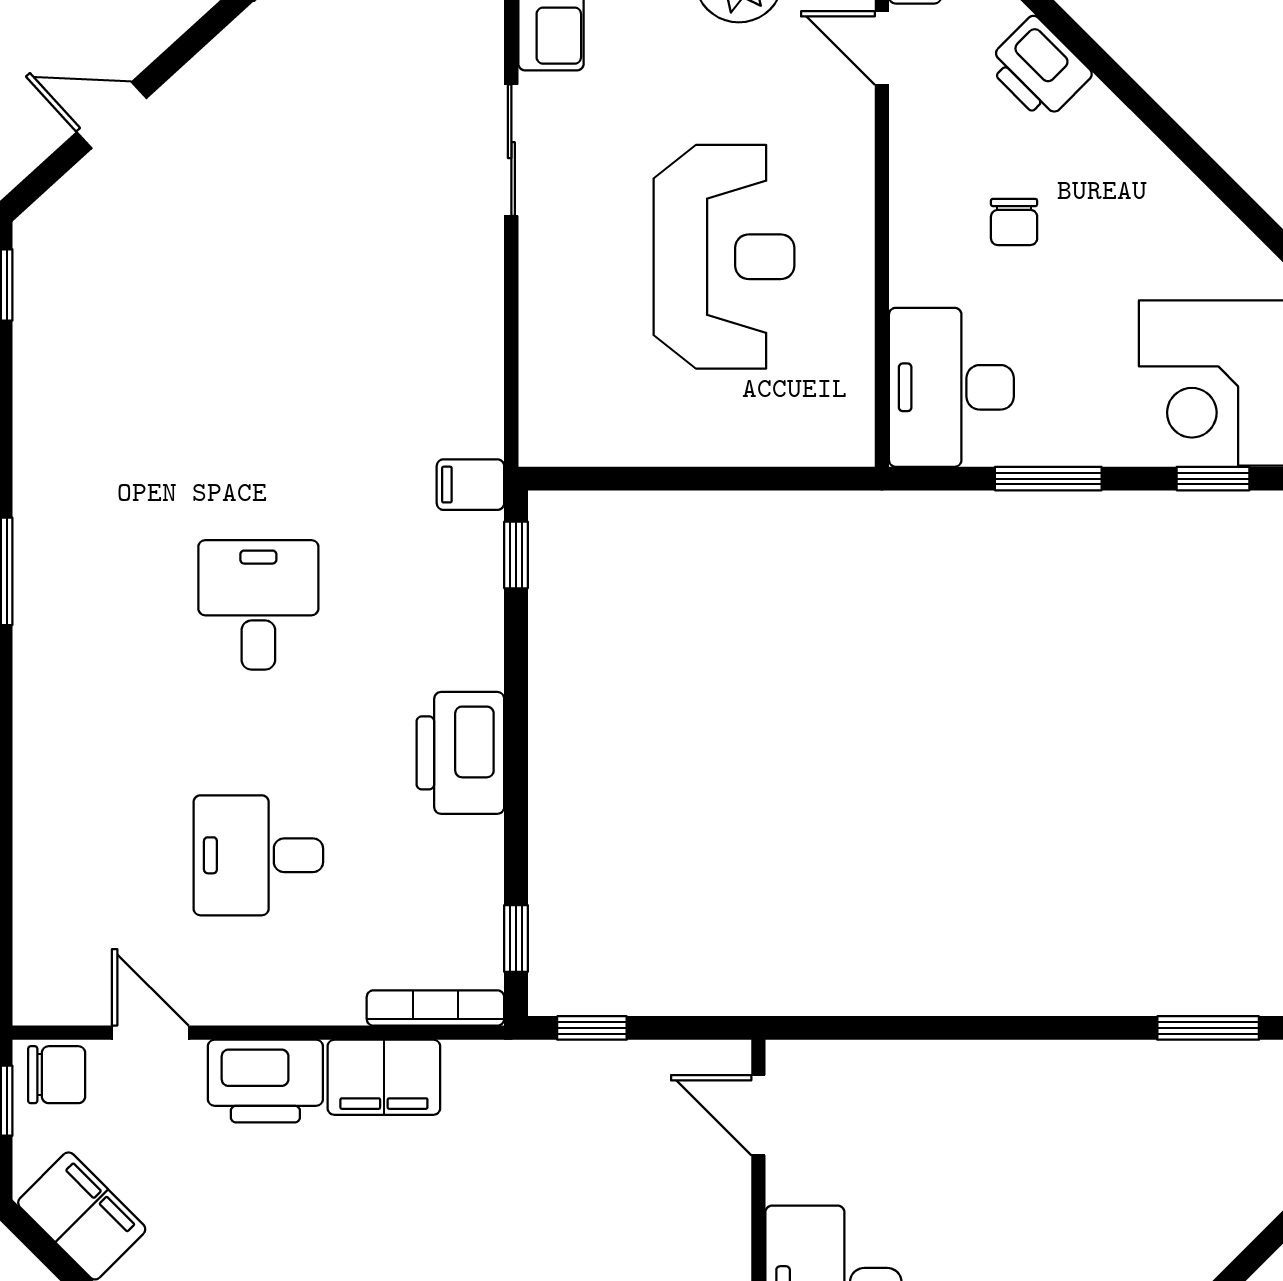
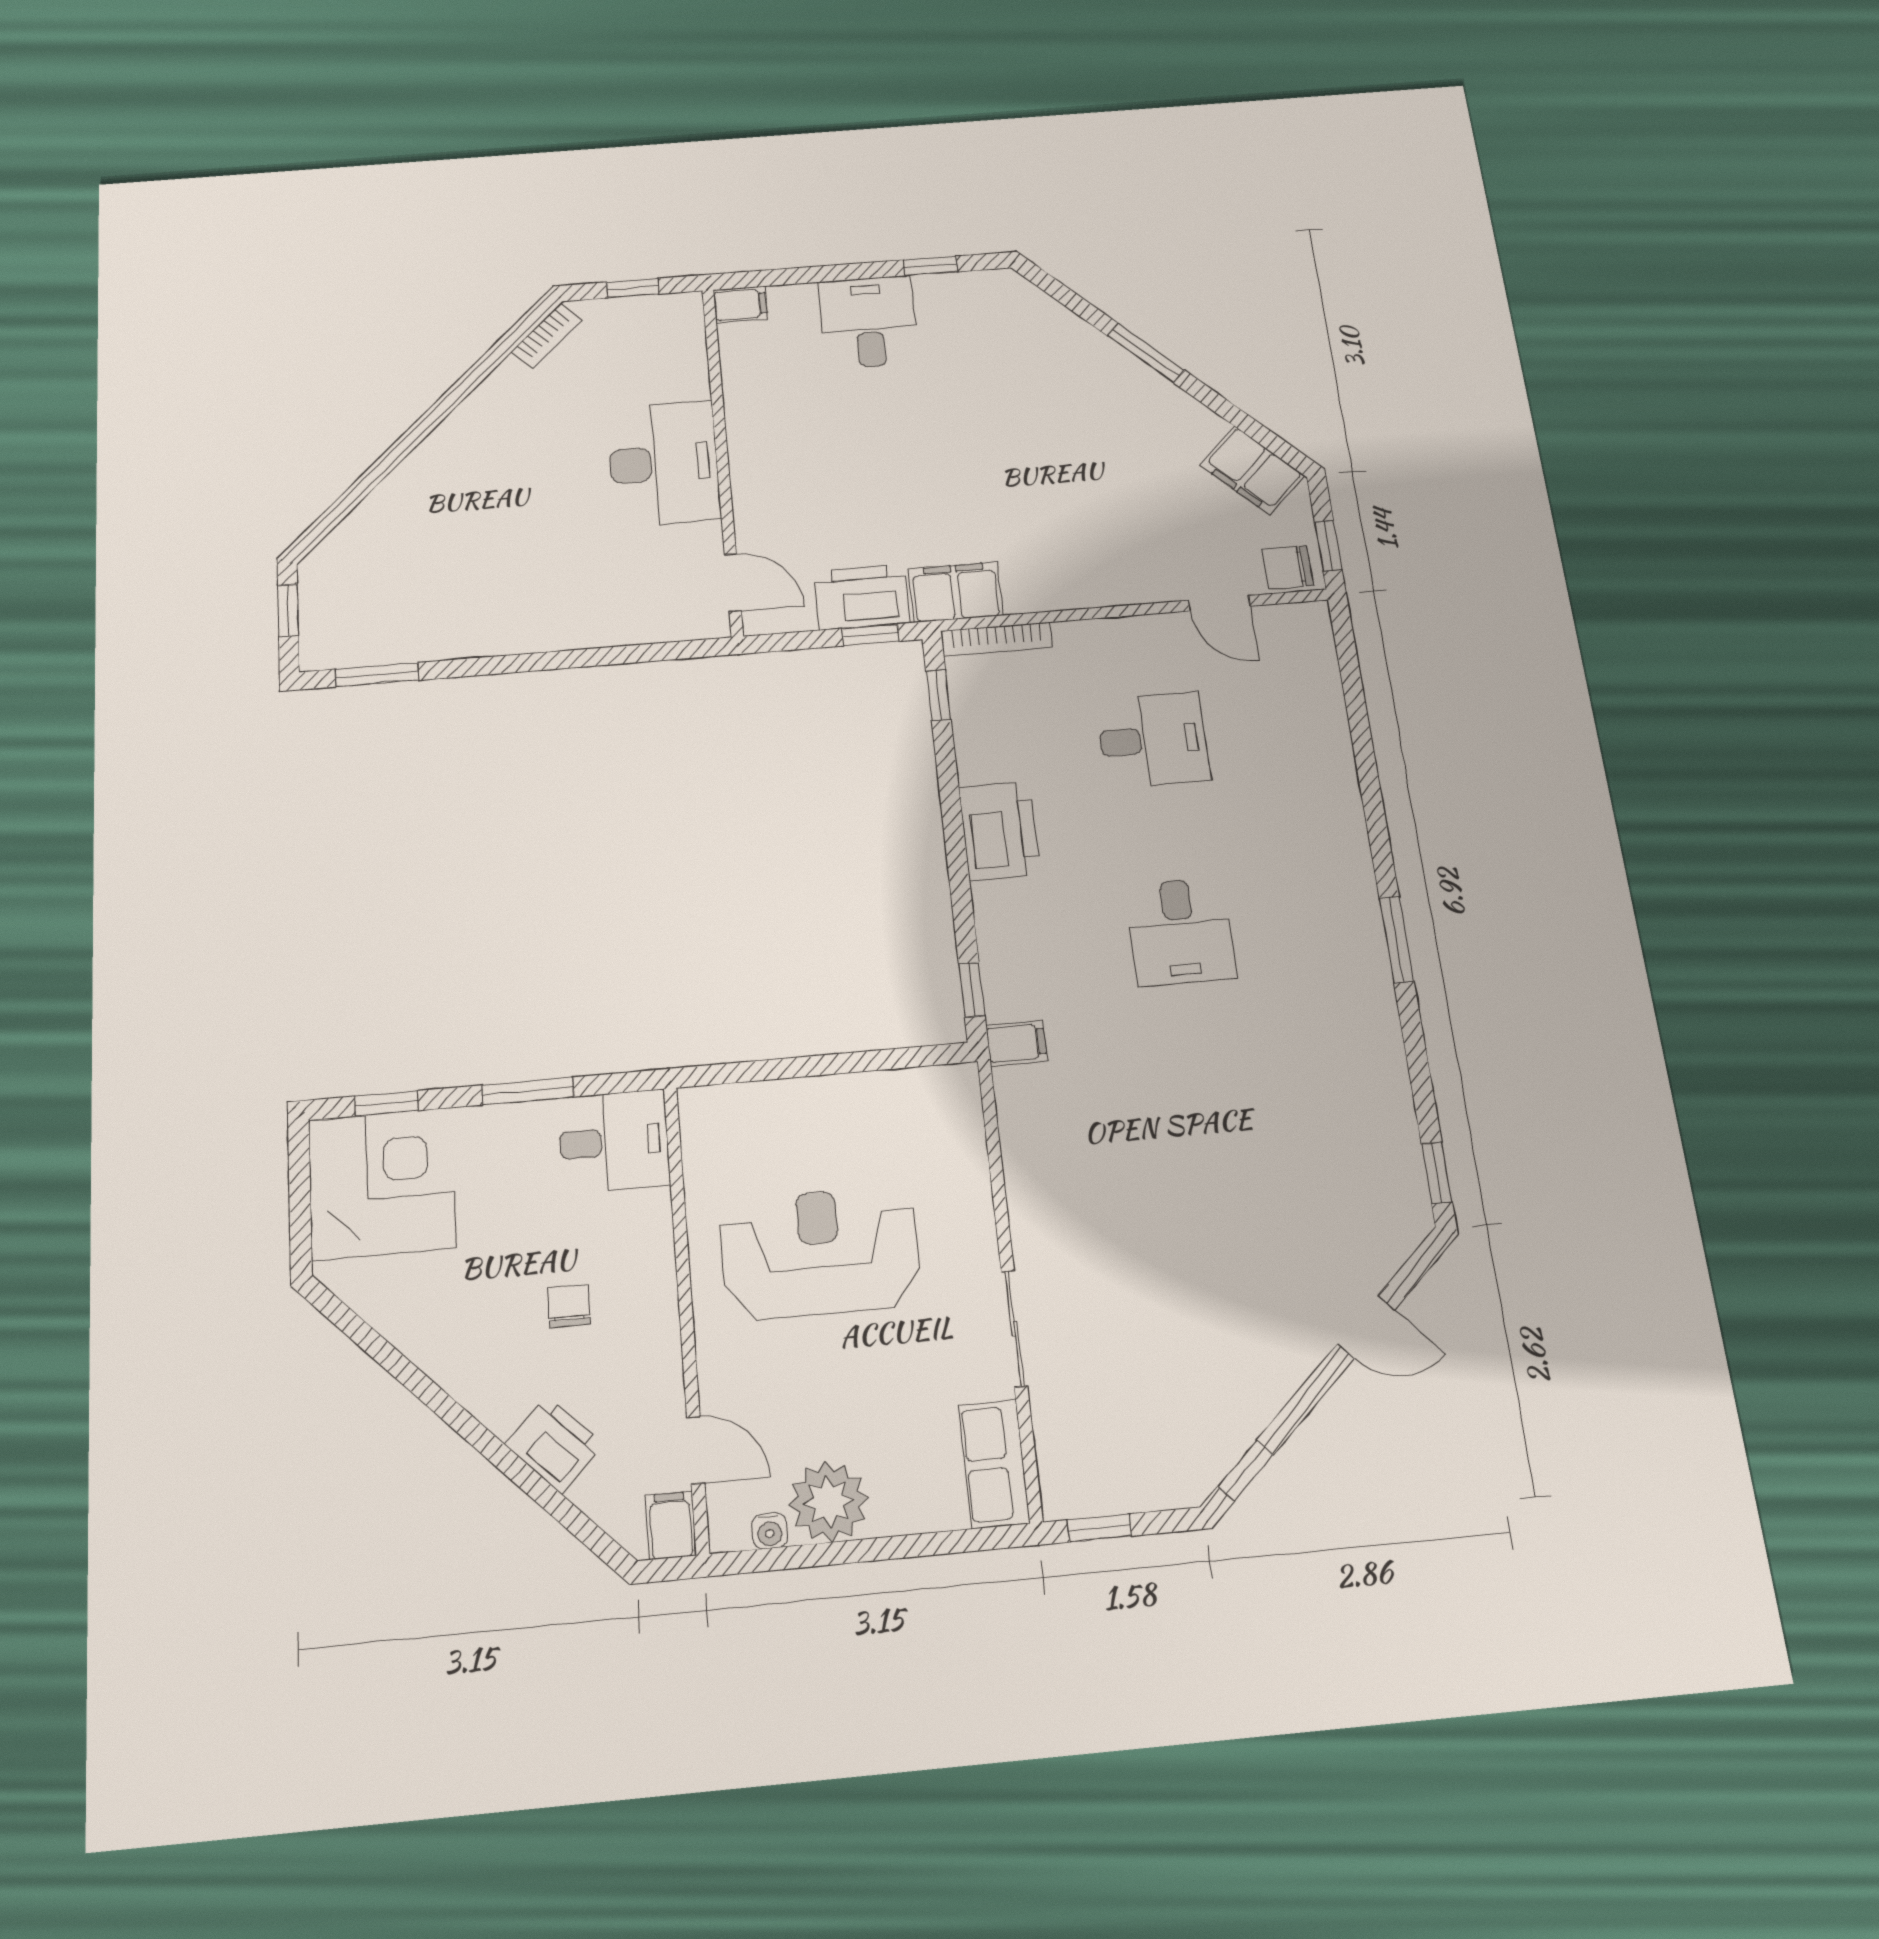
reception desk: (724, 257) -> (820, 1253), turned 90
desk: (951, 387) -> (614, 1141), width x0.73
filing cabinet: (384, 1077) -> (956, 592), moved
printer: (265, 1081) -> (862, 597), moved

